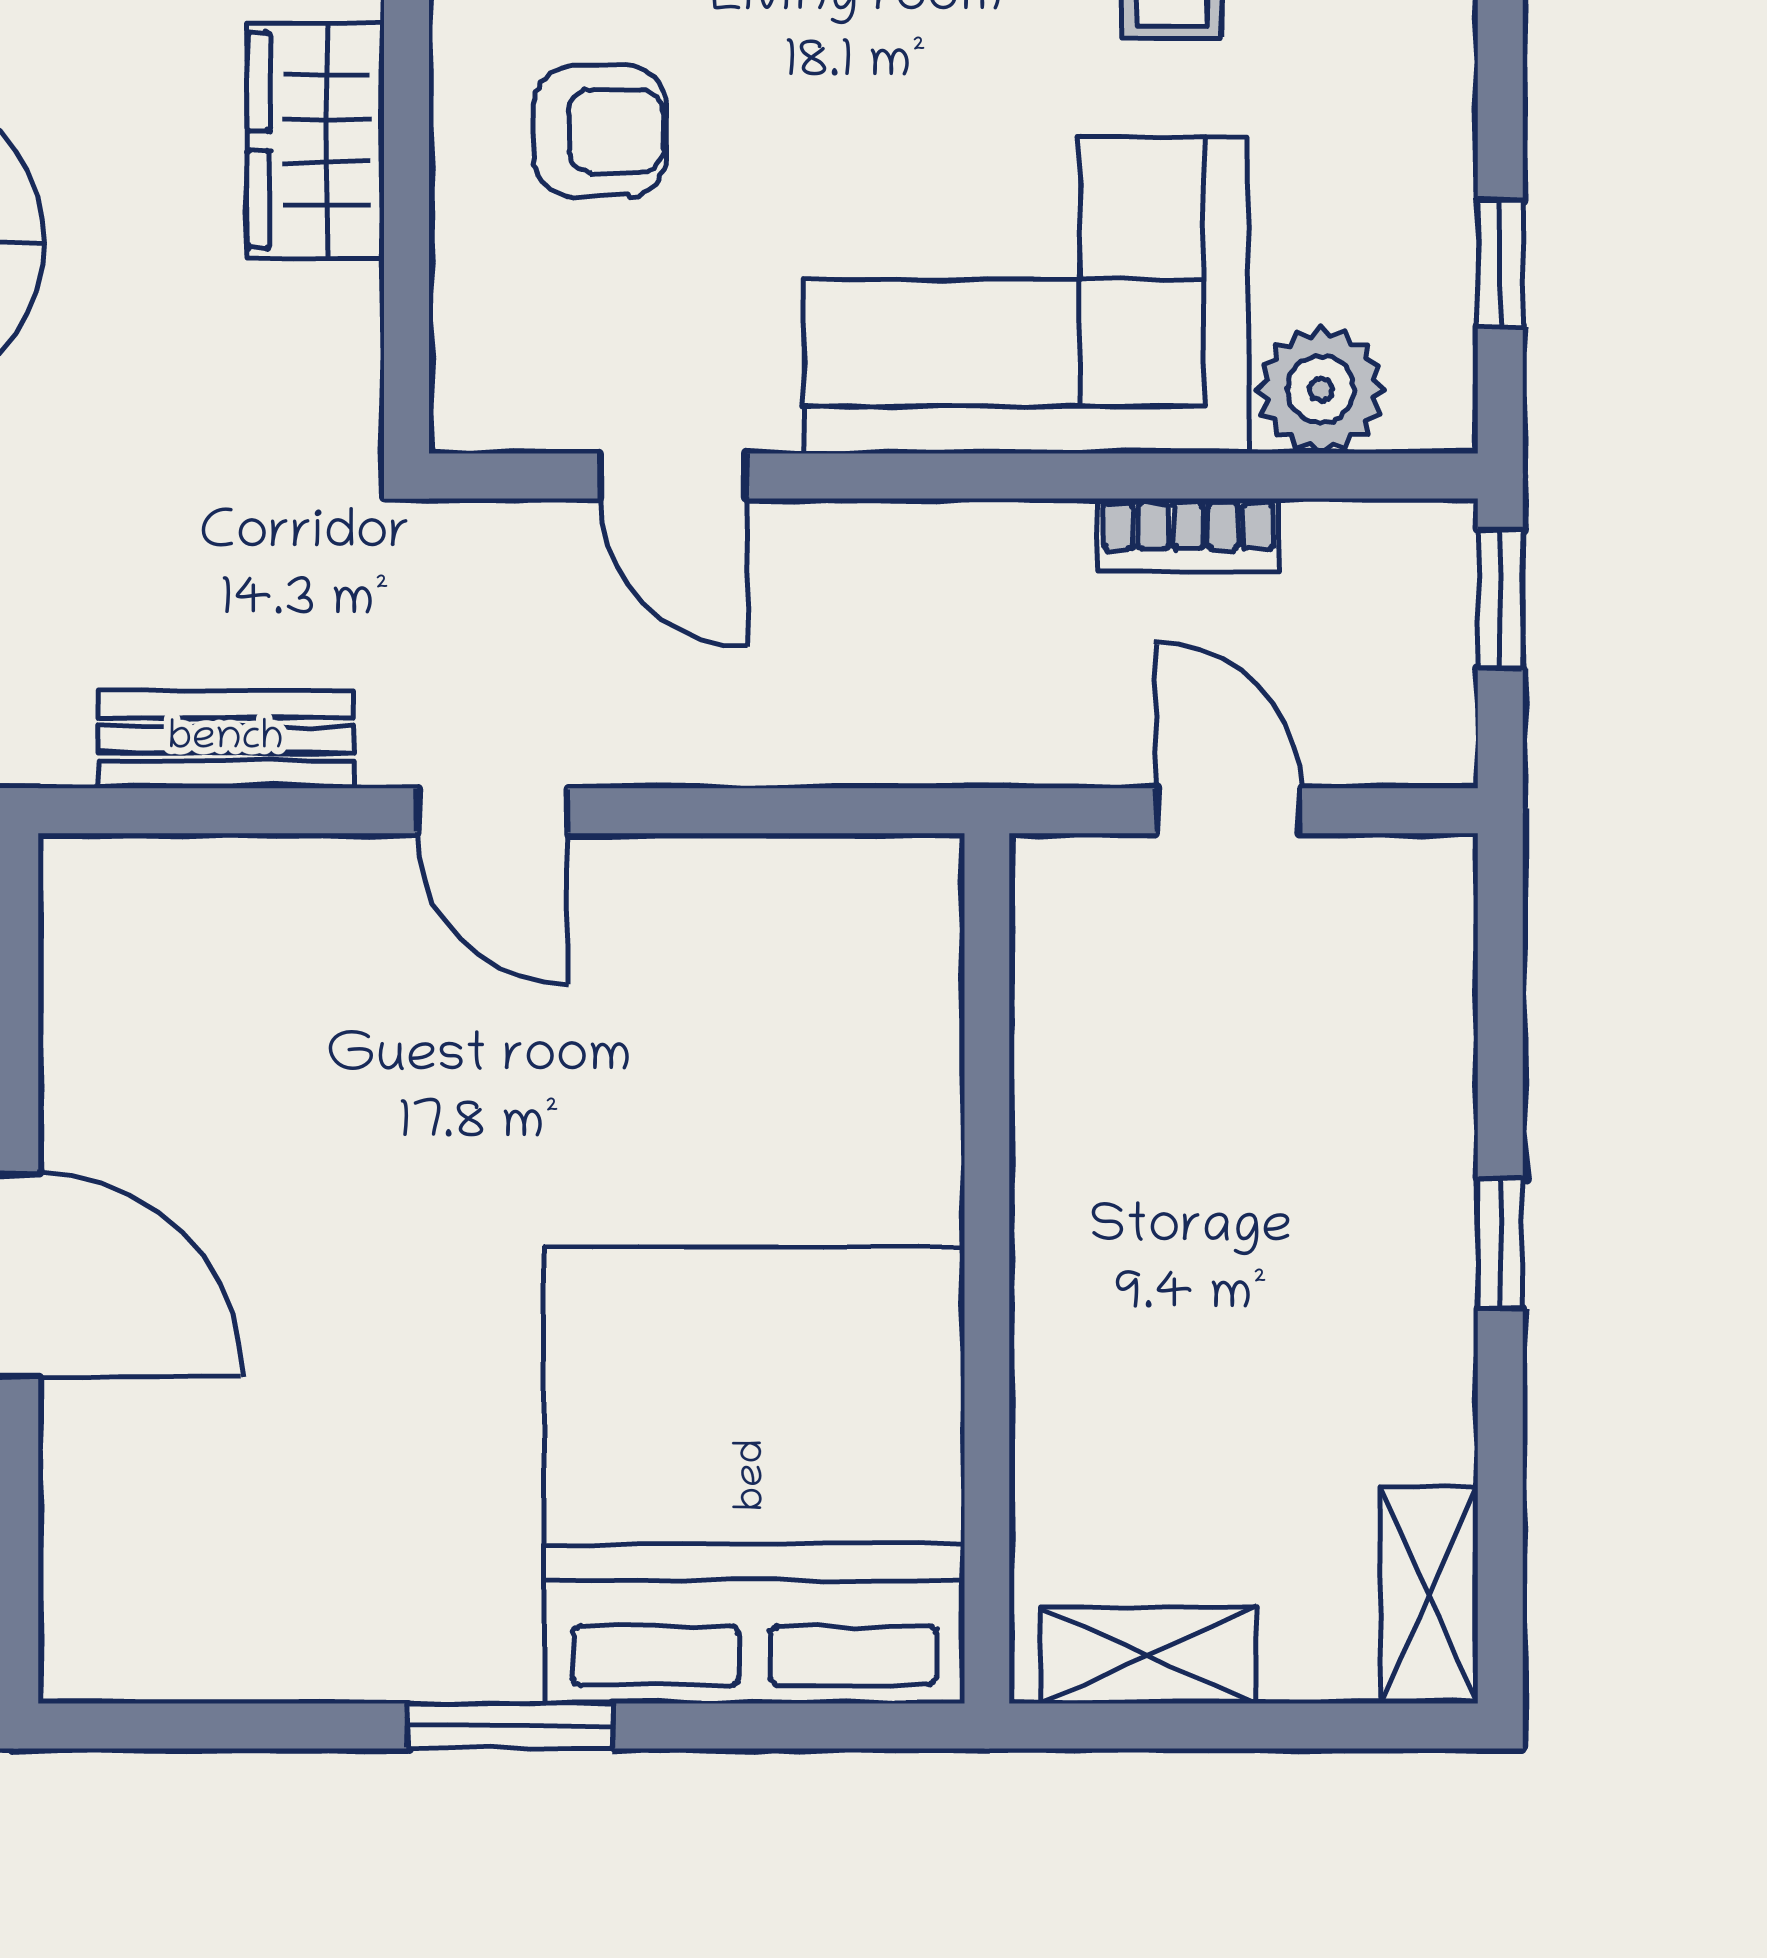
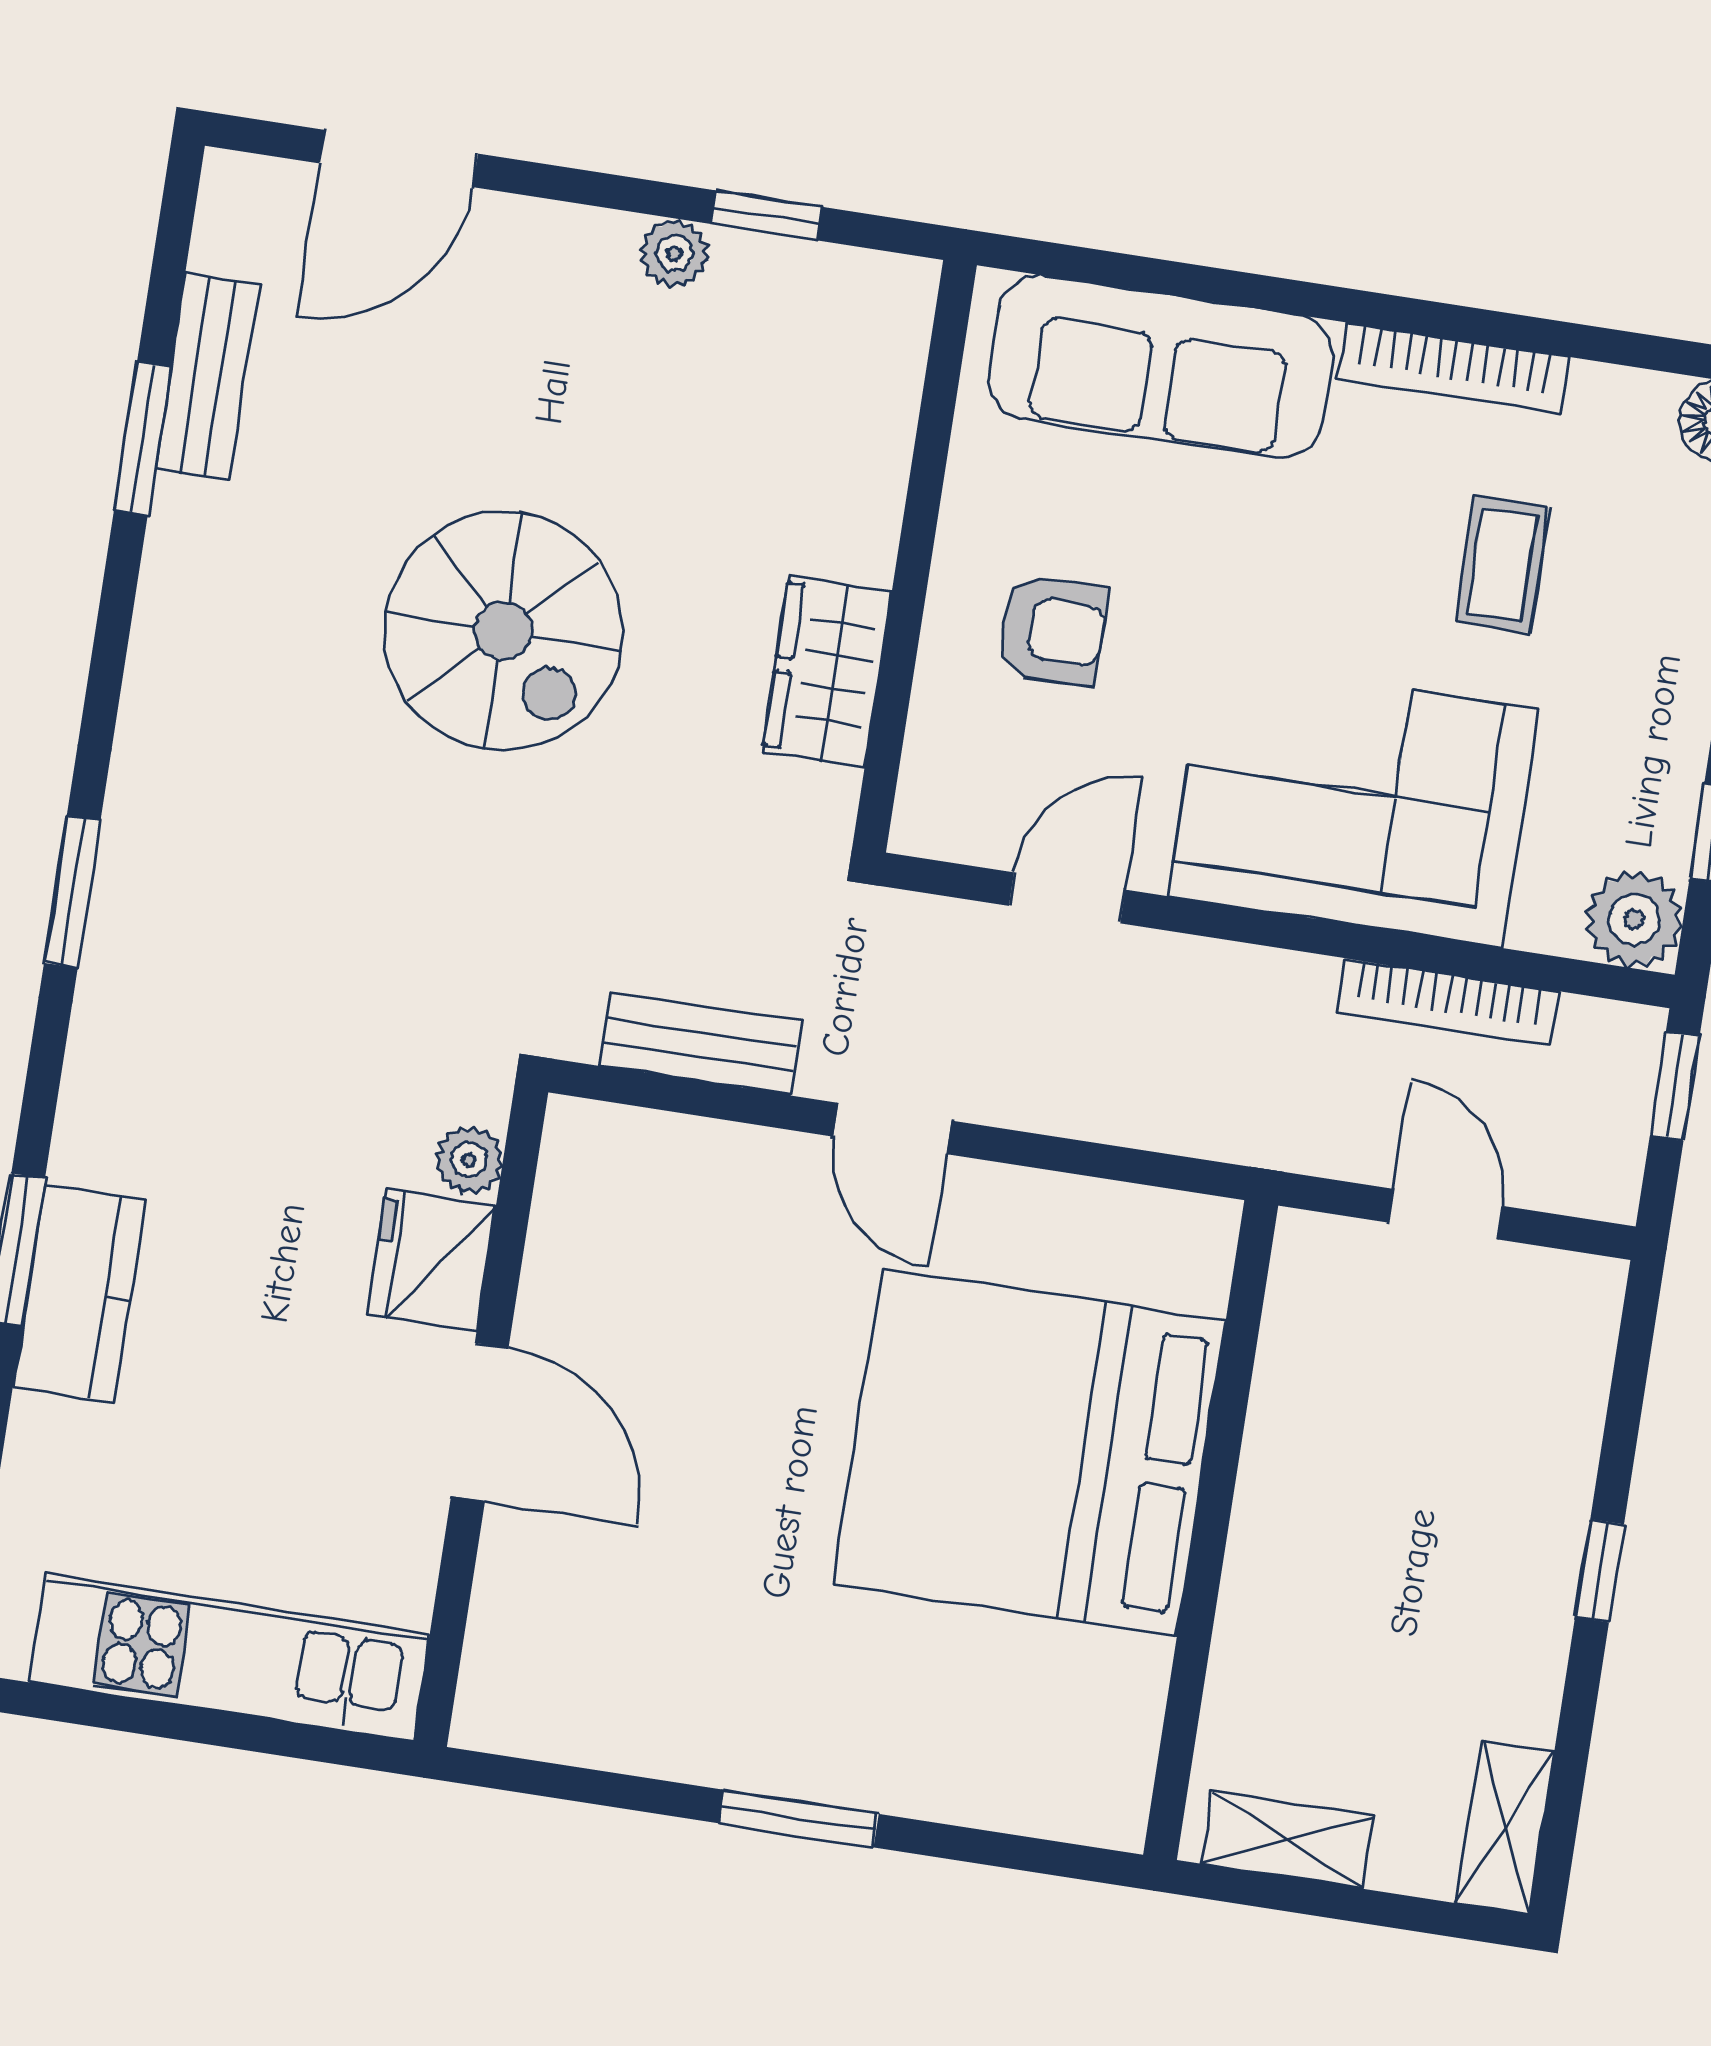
wardrobe: (316, 141) -> (827, 671), moved
plant: (1321, 390) -> (1634, 919), moved
door: (673, 476) -> (1067, 898), swing flipped
bookcase: (1188, 535) -> (1447, 1002), width x1.56
bed: (754, 1475) -> (1030, 1452), moved, turned -90

